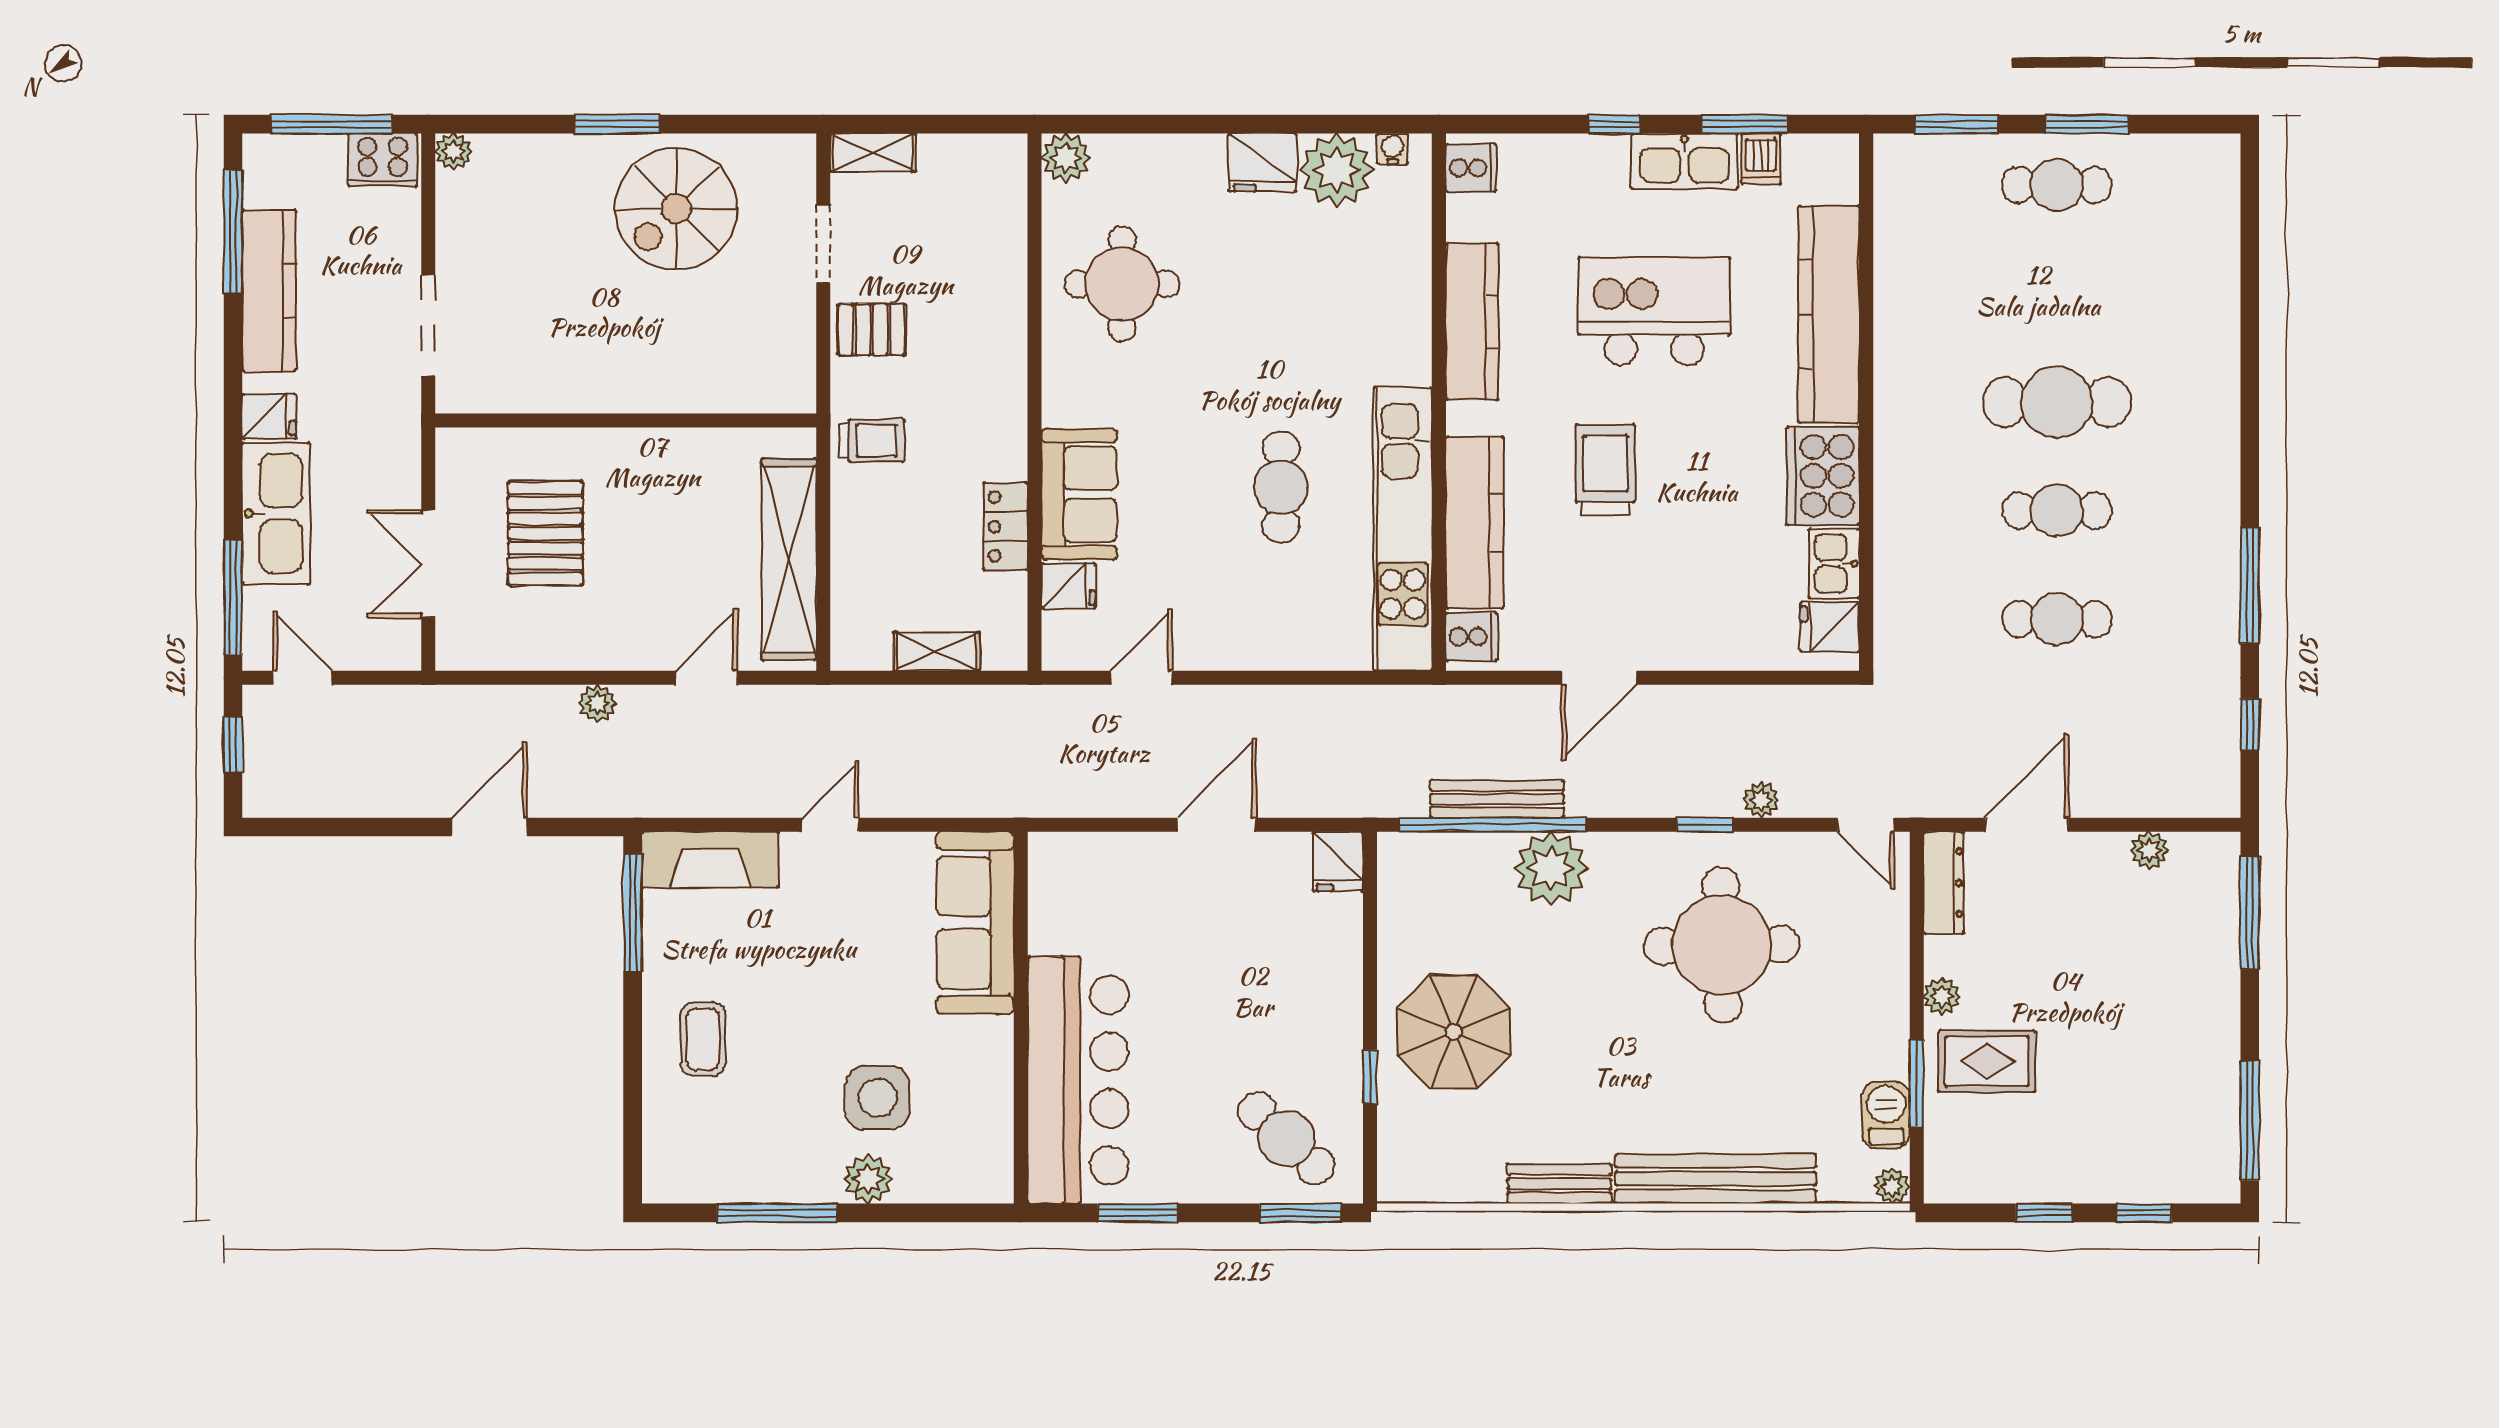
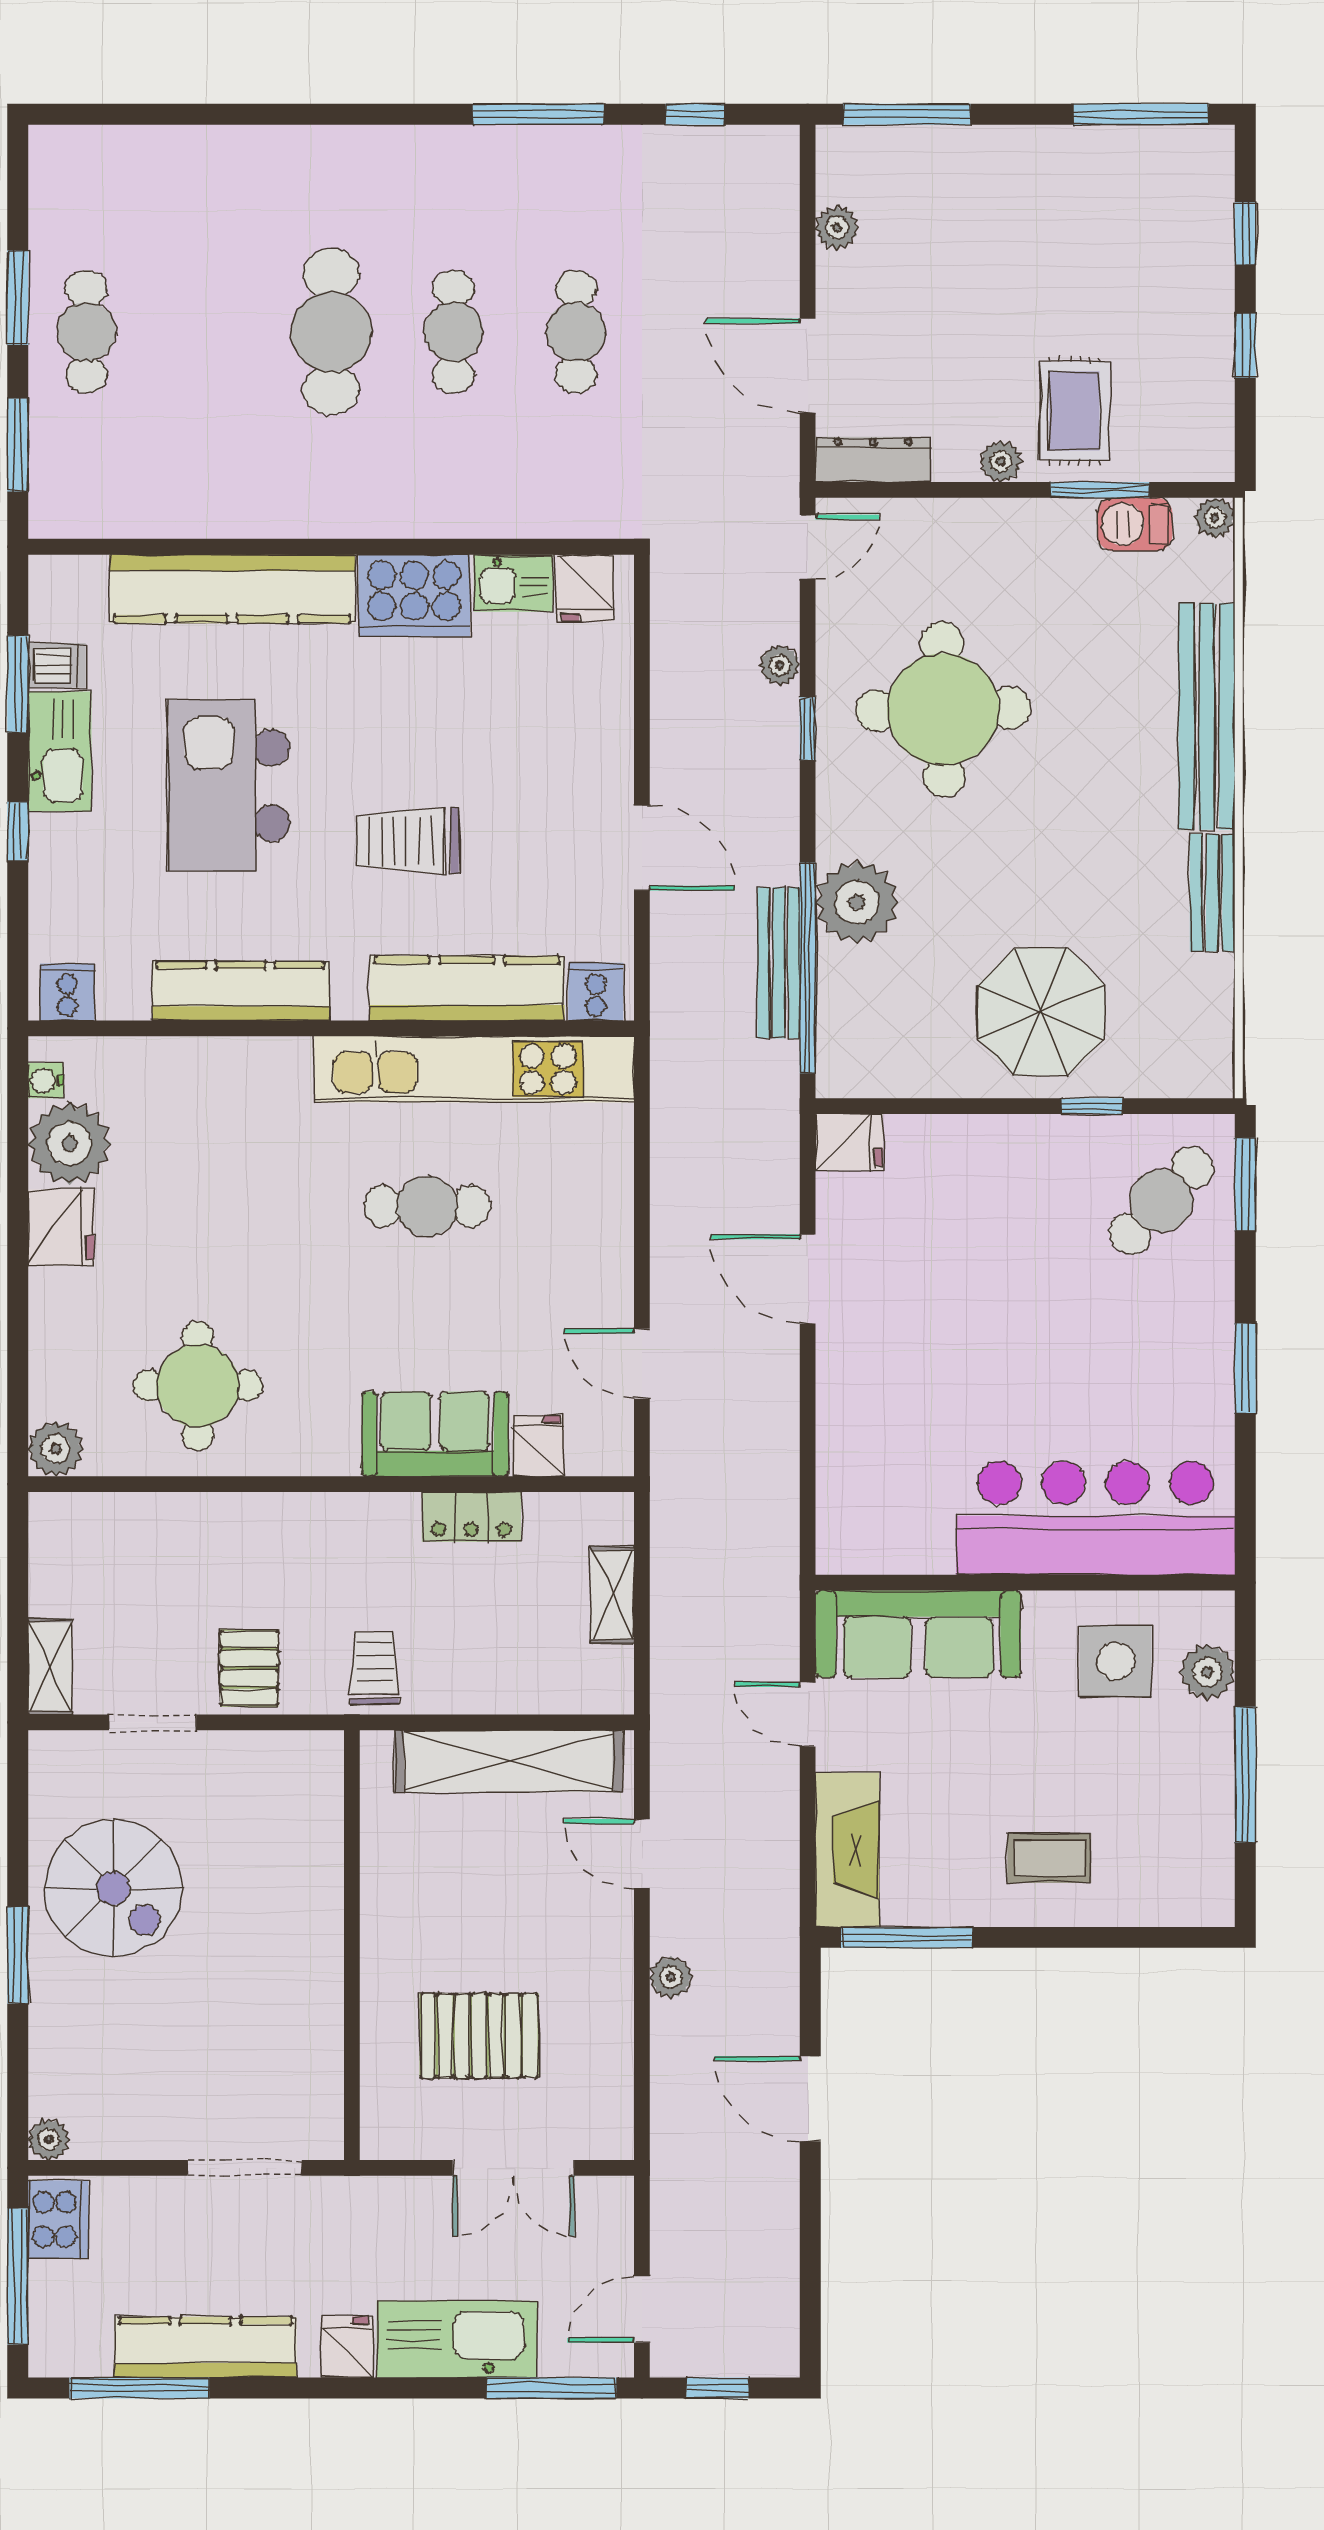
sofa: (975, 923) -> (918, 1634), moved
wall: (1021, 1018) -> (1025, 1583), moved
bar counter: (1078, 1080) -> (1096, 1518), moved

